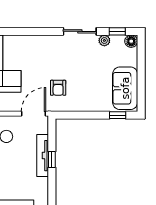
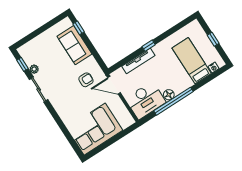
floor lamp: (131, 41) -> (23, 51), removed
sofa: (125, 88) -> (75, 45), moved, turned 90
window: (52, 160) -> (149, 46), moved

